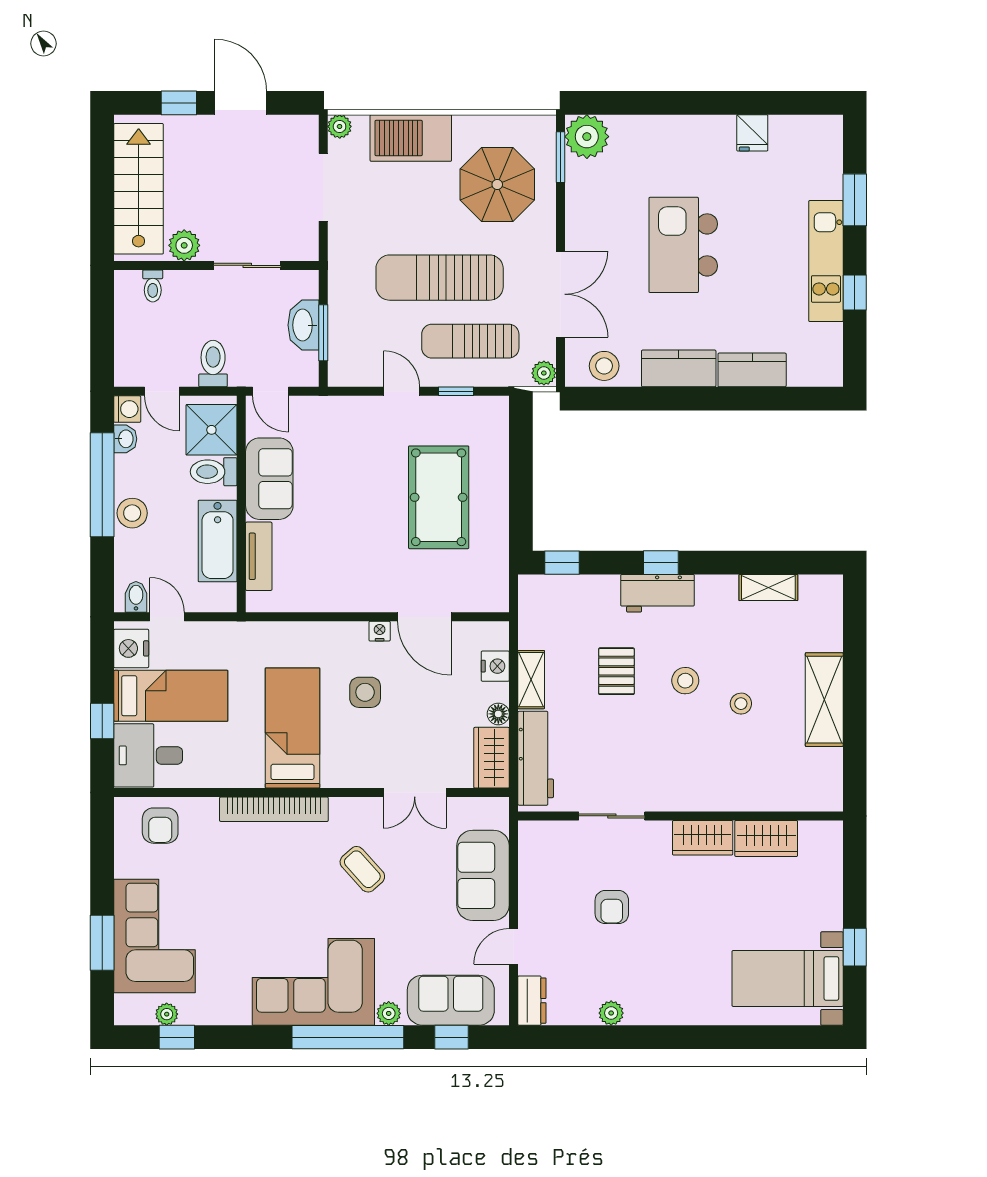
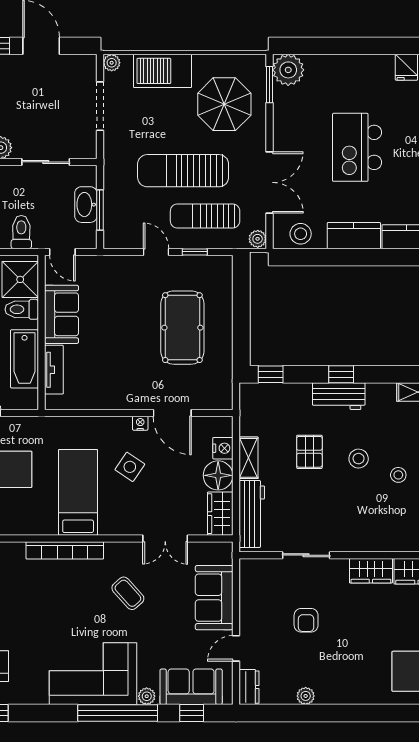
side table: (365, 692) -> (130, 467), turned 34
floor lamp: (498, 714) -> (218, 475), width x1.89, depth x1.89

